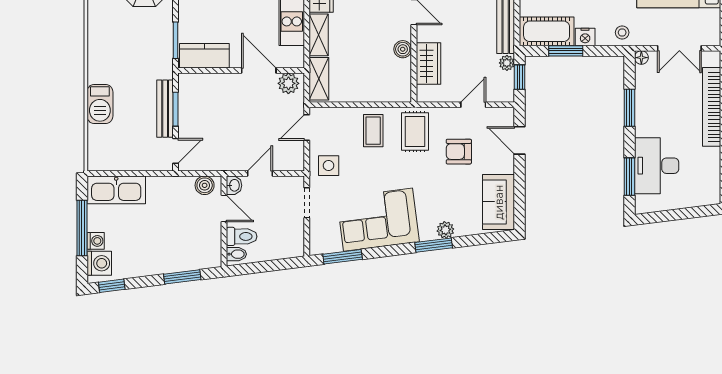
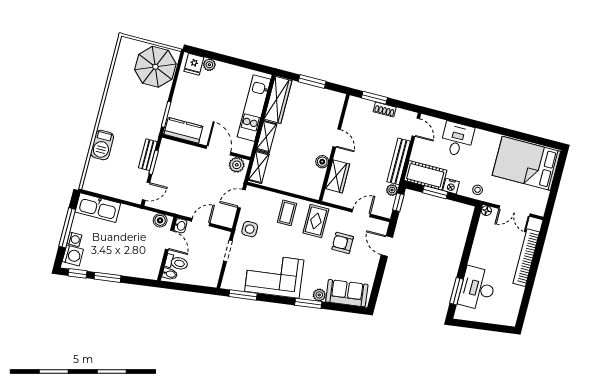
window: (629, 108) -> (469, 243), removed
bench: (165, 109) -> (148, 155), width x0.73
sofa: (499, 202) -> (347, 293), moved, turned 83
window: (182, 277) -> (108, 277), moved

